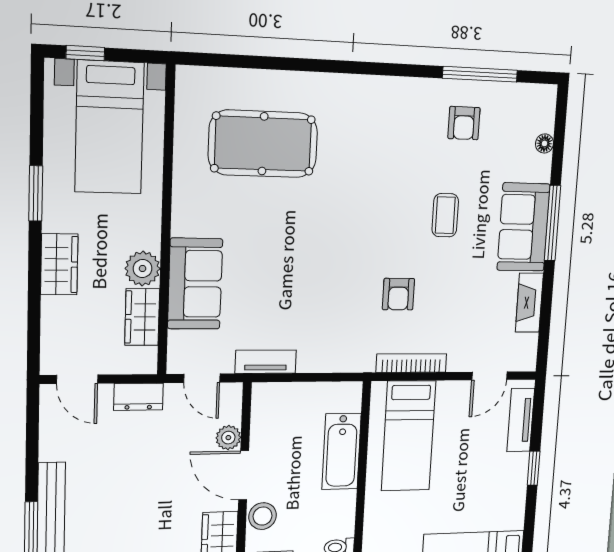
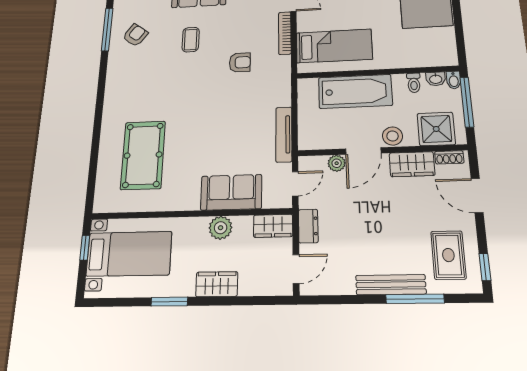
window: (85, 53) -> (85, 248), moved
armchair: (464, 123) -> (135, 35), turned -54
coffee table: (445, 215) -> (191, 40), turned 90
wardrobe: (142, 317) -> (273, 226), moved
tv unit: (266, 362) -> (284, 134), width x1.41
bookcase: (411, 363) -> (285, 33), moved
bathtub: (342, 451) -> (355, 91), width x1.36, depth x1.36

